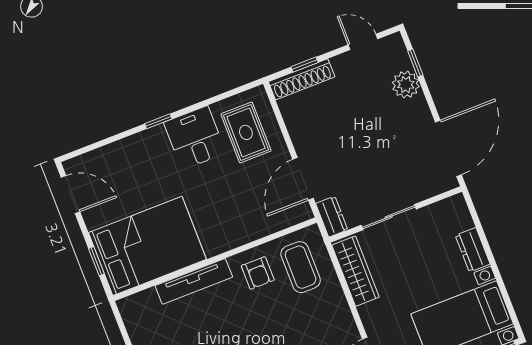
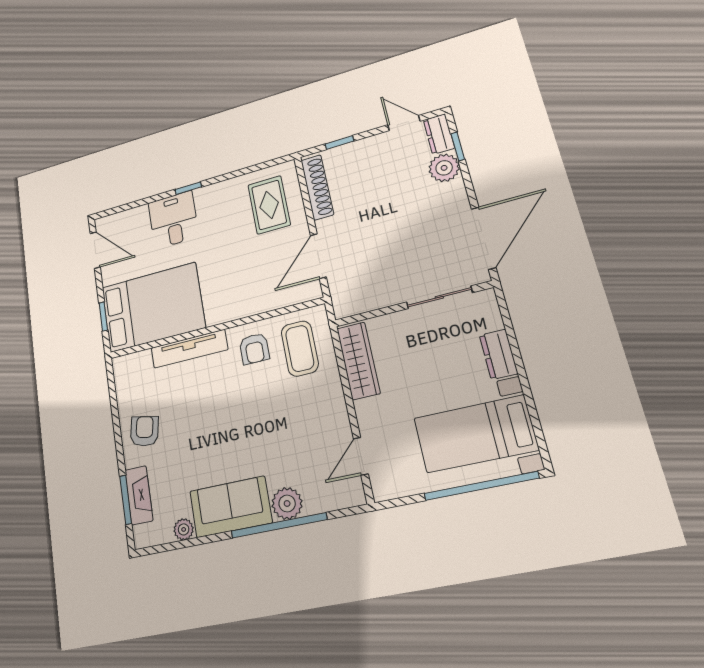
shoe rack: (302, 79) -> (317, 187), moved, turned -90
desk: (195, 138) -> (173, 220), moved
dresser: (332, 217) -> (439, 134), moved, turned 180
sliding door: (389, 217) -> (439, 297), moved

